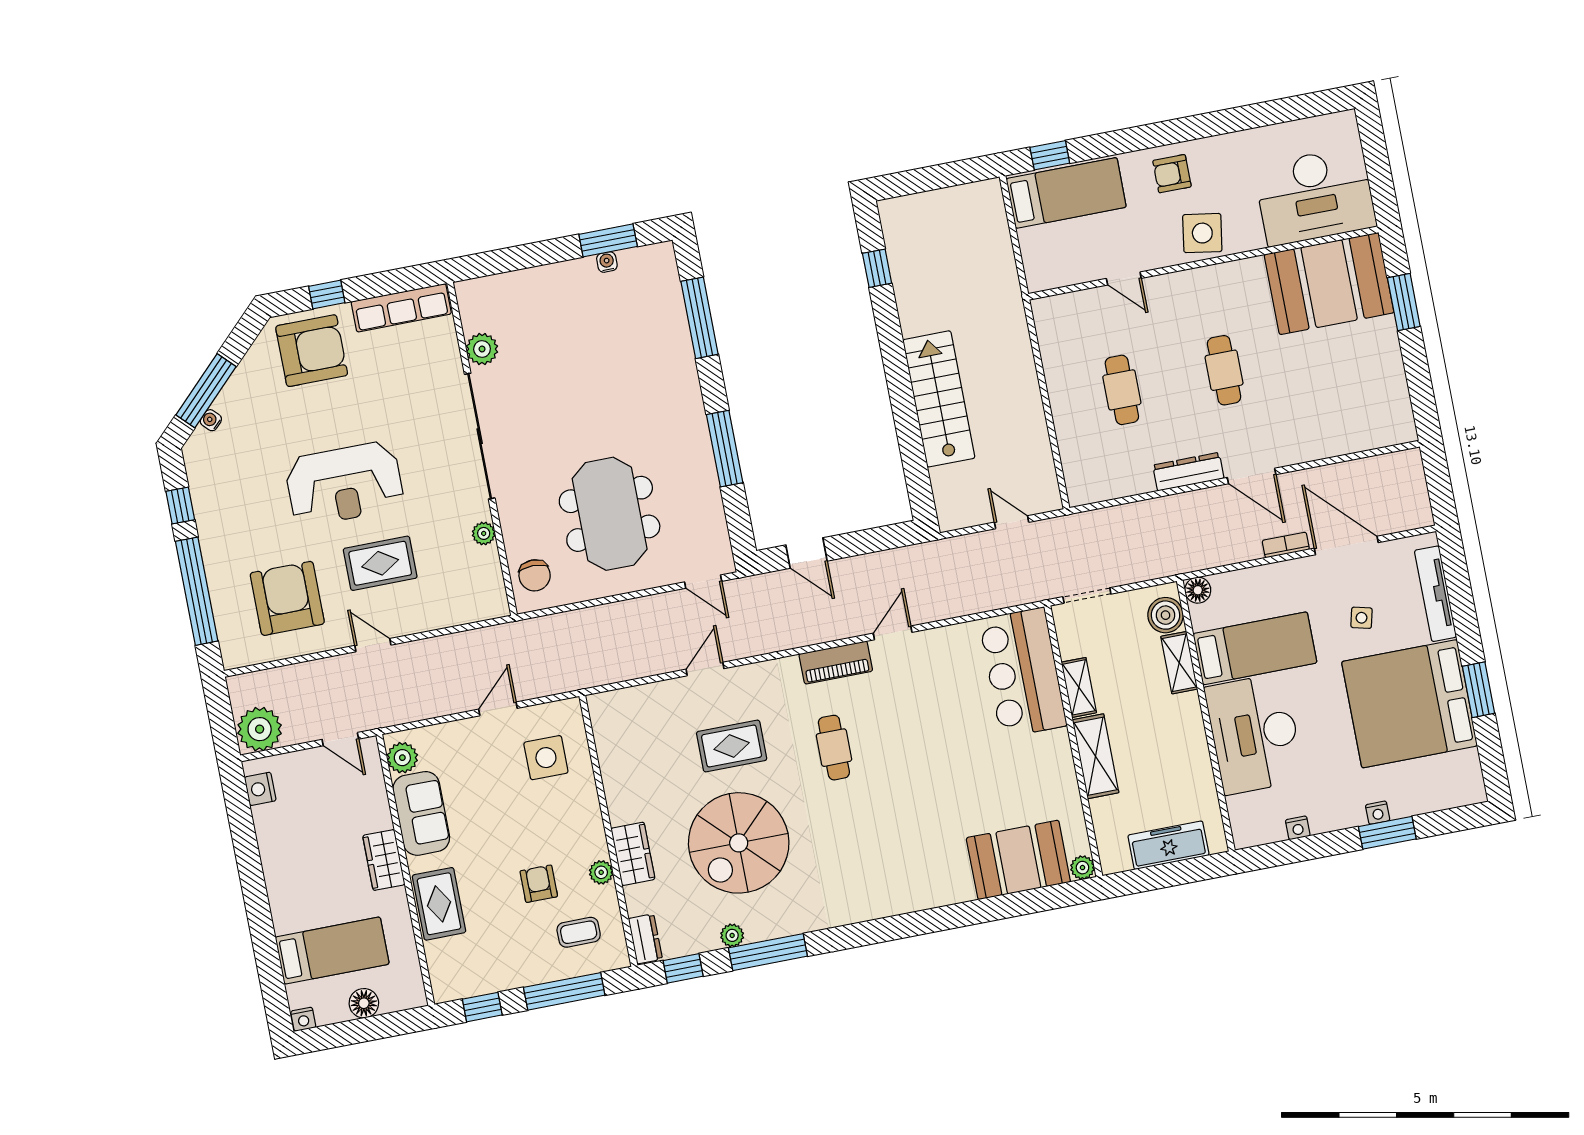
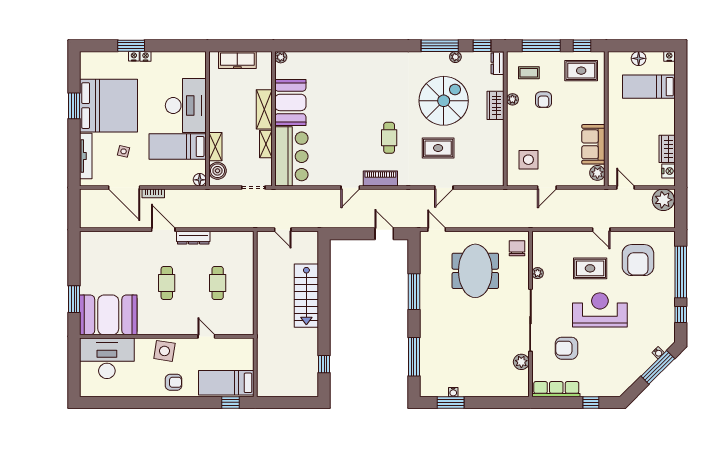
armchair: (312, 351) -> (567, 348), moved, width x0.73, depth x0.73
nightstand: (1298, 828) -> (146, 56), moved
wardrobe: (384, 860) -> (667, 149), moved, turned 180
booth: (1018, 860) -> (290, 102), moved, turned 90
rug: (439, 904) -> (581, 71), moved, turned 90

